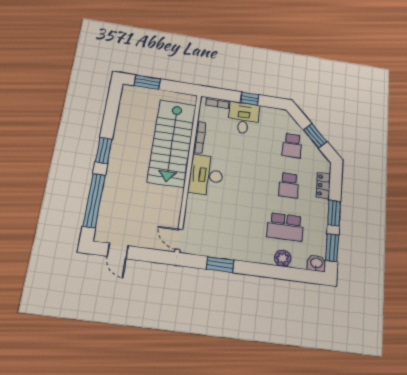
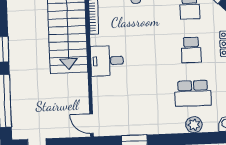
desk: (206, 175) -> (107, 61), width x0.73

